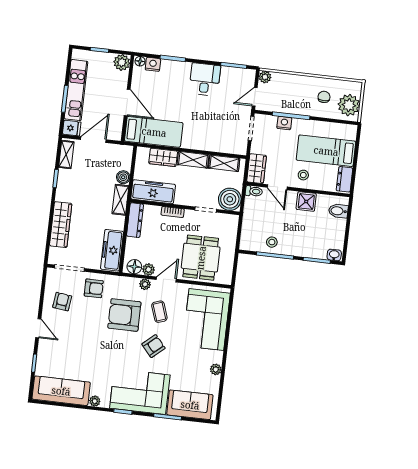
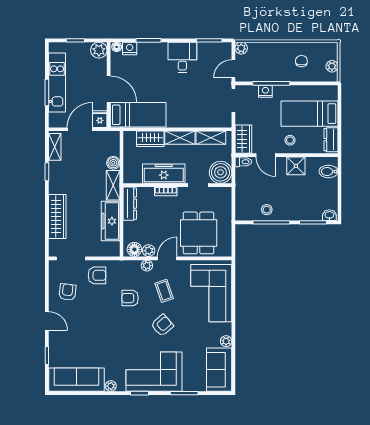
plant: (349, 105) -> (332, 66), width x0.53, depth x0.53
fridge: (72, 128) -> (100, 119), moved, turned -90
freezer: (153, 192) -> (164, 174), moved
freezer: (112, 250) -> (111, 221), moved
armchair: (124, 315) -> (130, 298), width x0.53, depth x0.53
sofa: (190, 405) -> (219, 370), moved, turned -90

